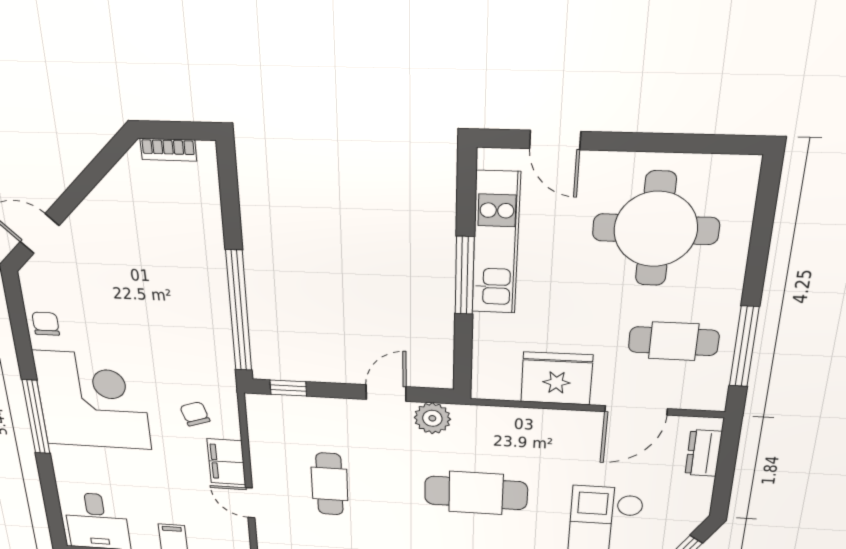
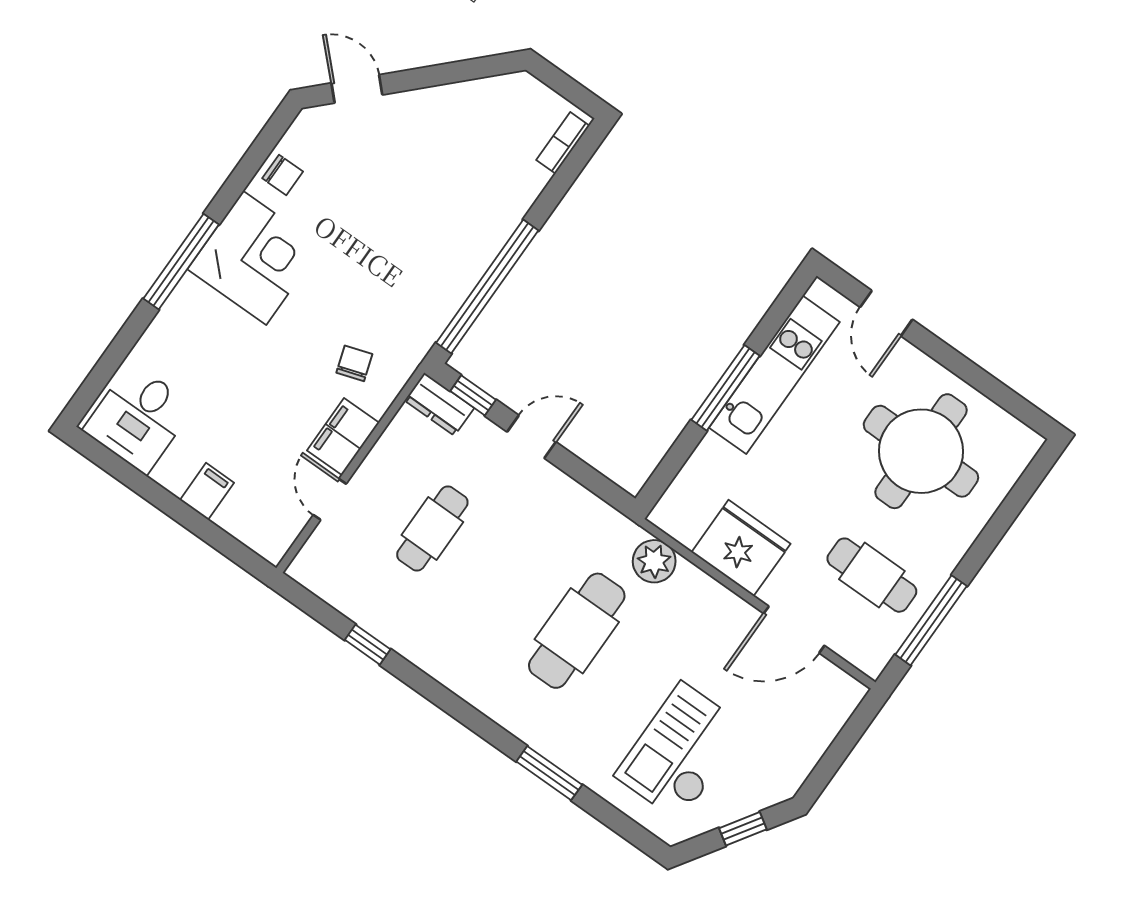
bookcase: (168, 150) -> (563, 143), moved, turned 90
chair: (46, 324) -> (283, 175), turned 90
door: (386, 393) -> (532, 437), moved
corner desk: (92, 400) -> (255, 258), width x0.74, depth x0.74
plant: (432, 418) -> (654, 561), moved
dresser: (704, 453) -> (439, 404), moved, turned -90
cafe table: (476, 493) -> (577, 631), turned 90

